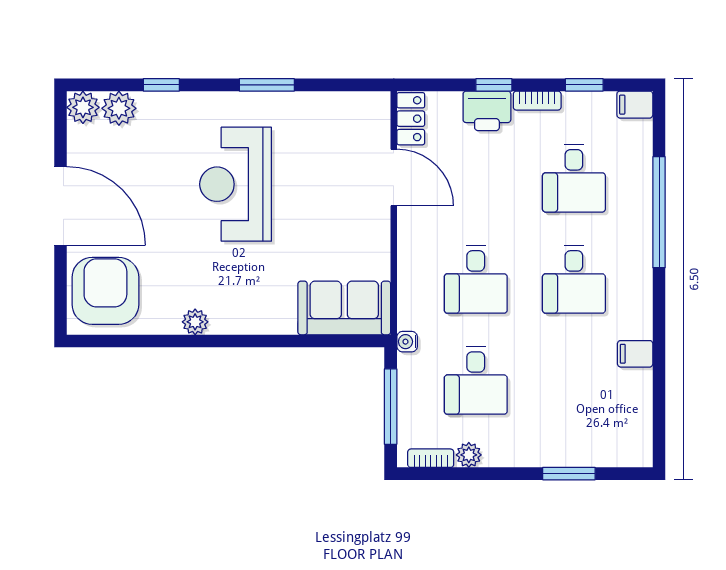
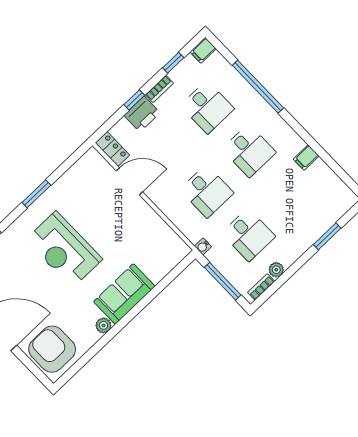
sofa: (344, 308) -> (124, 294), moved

